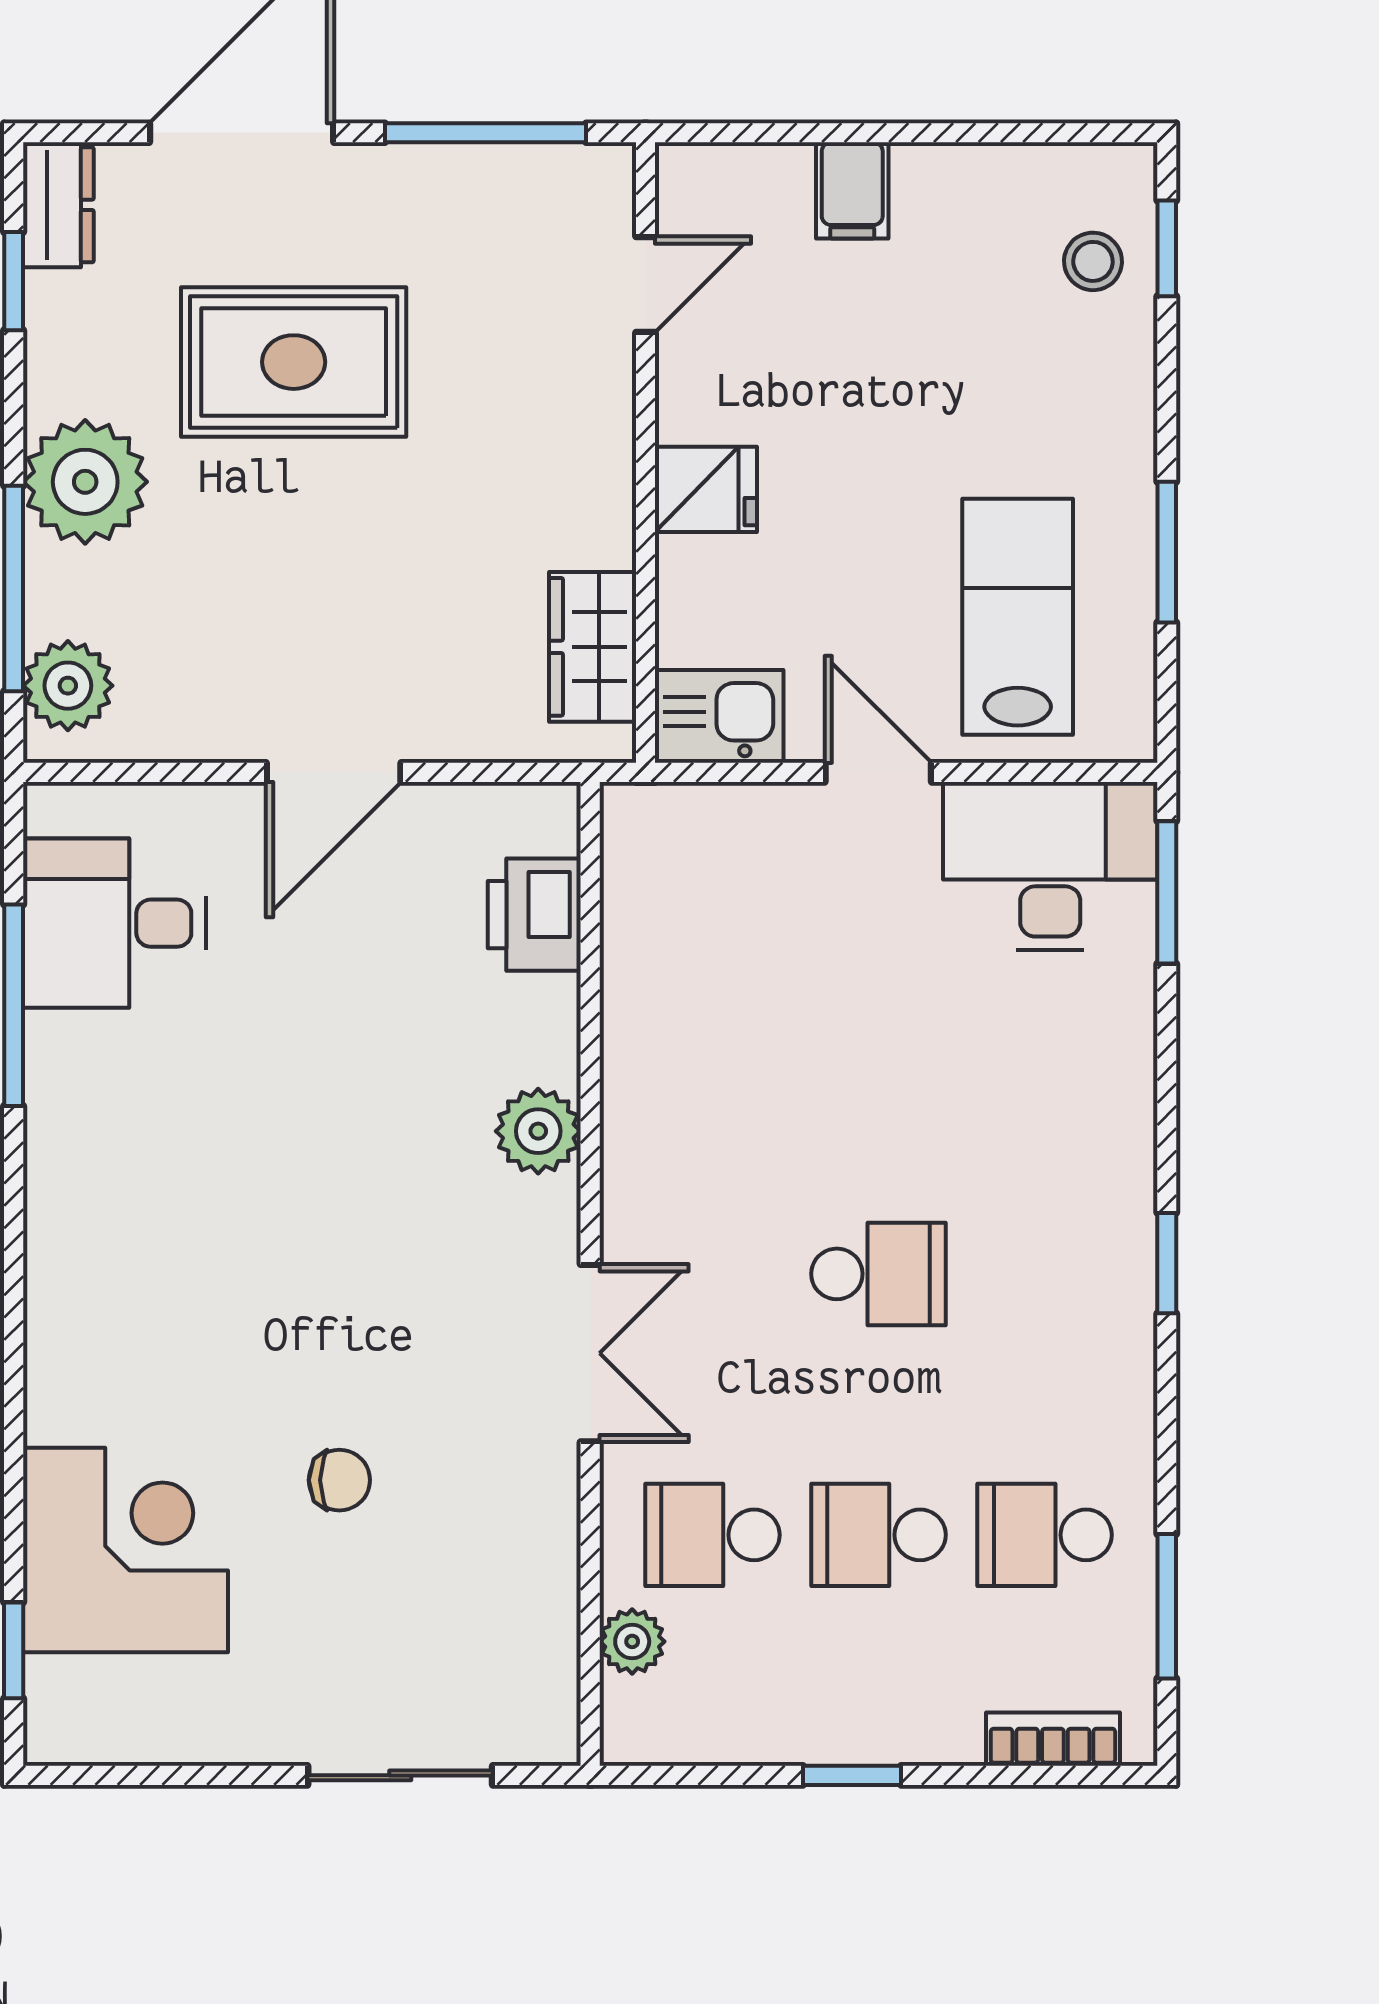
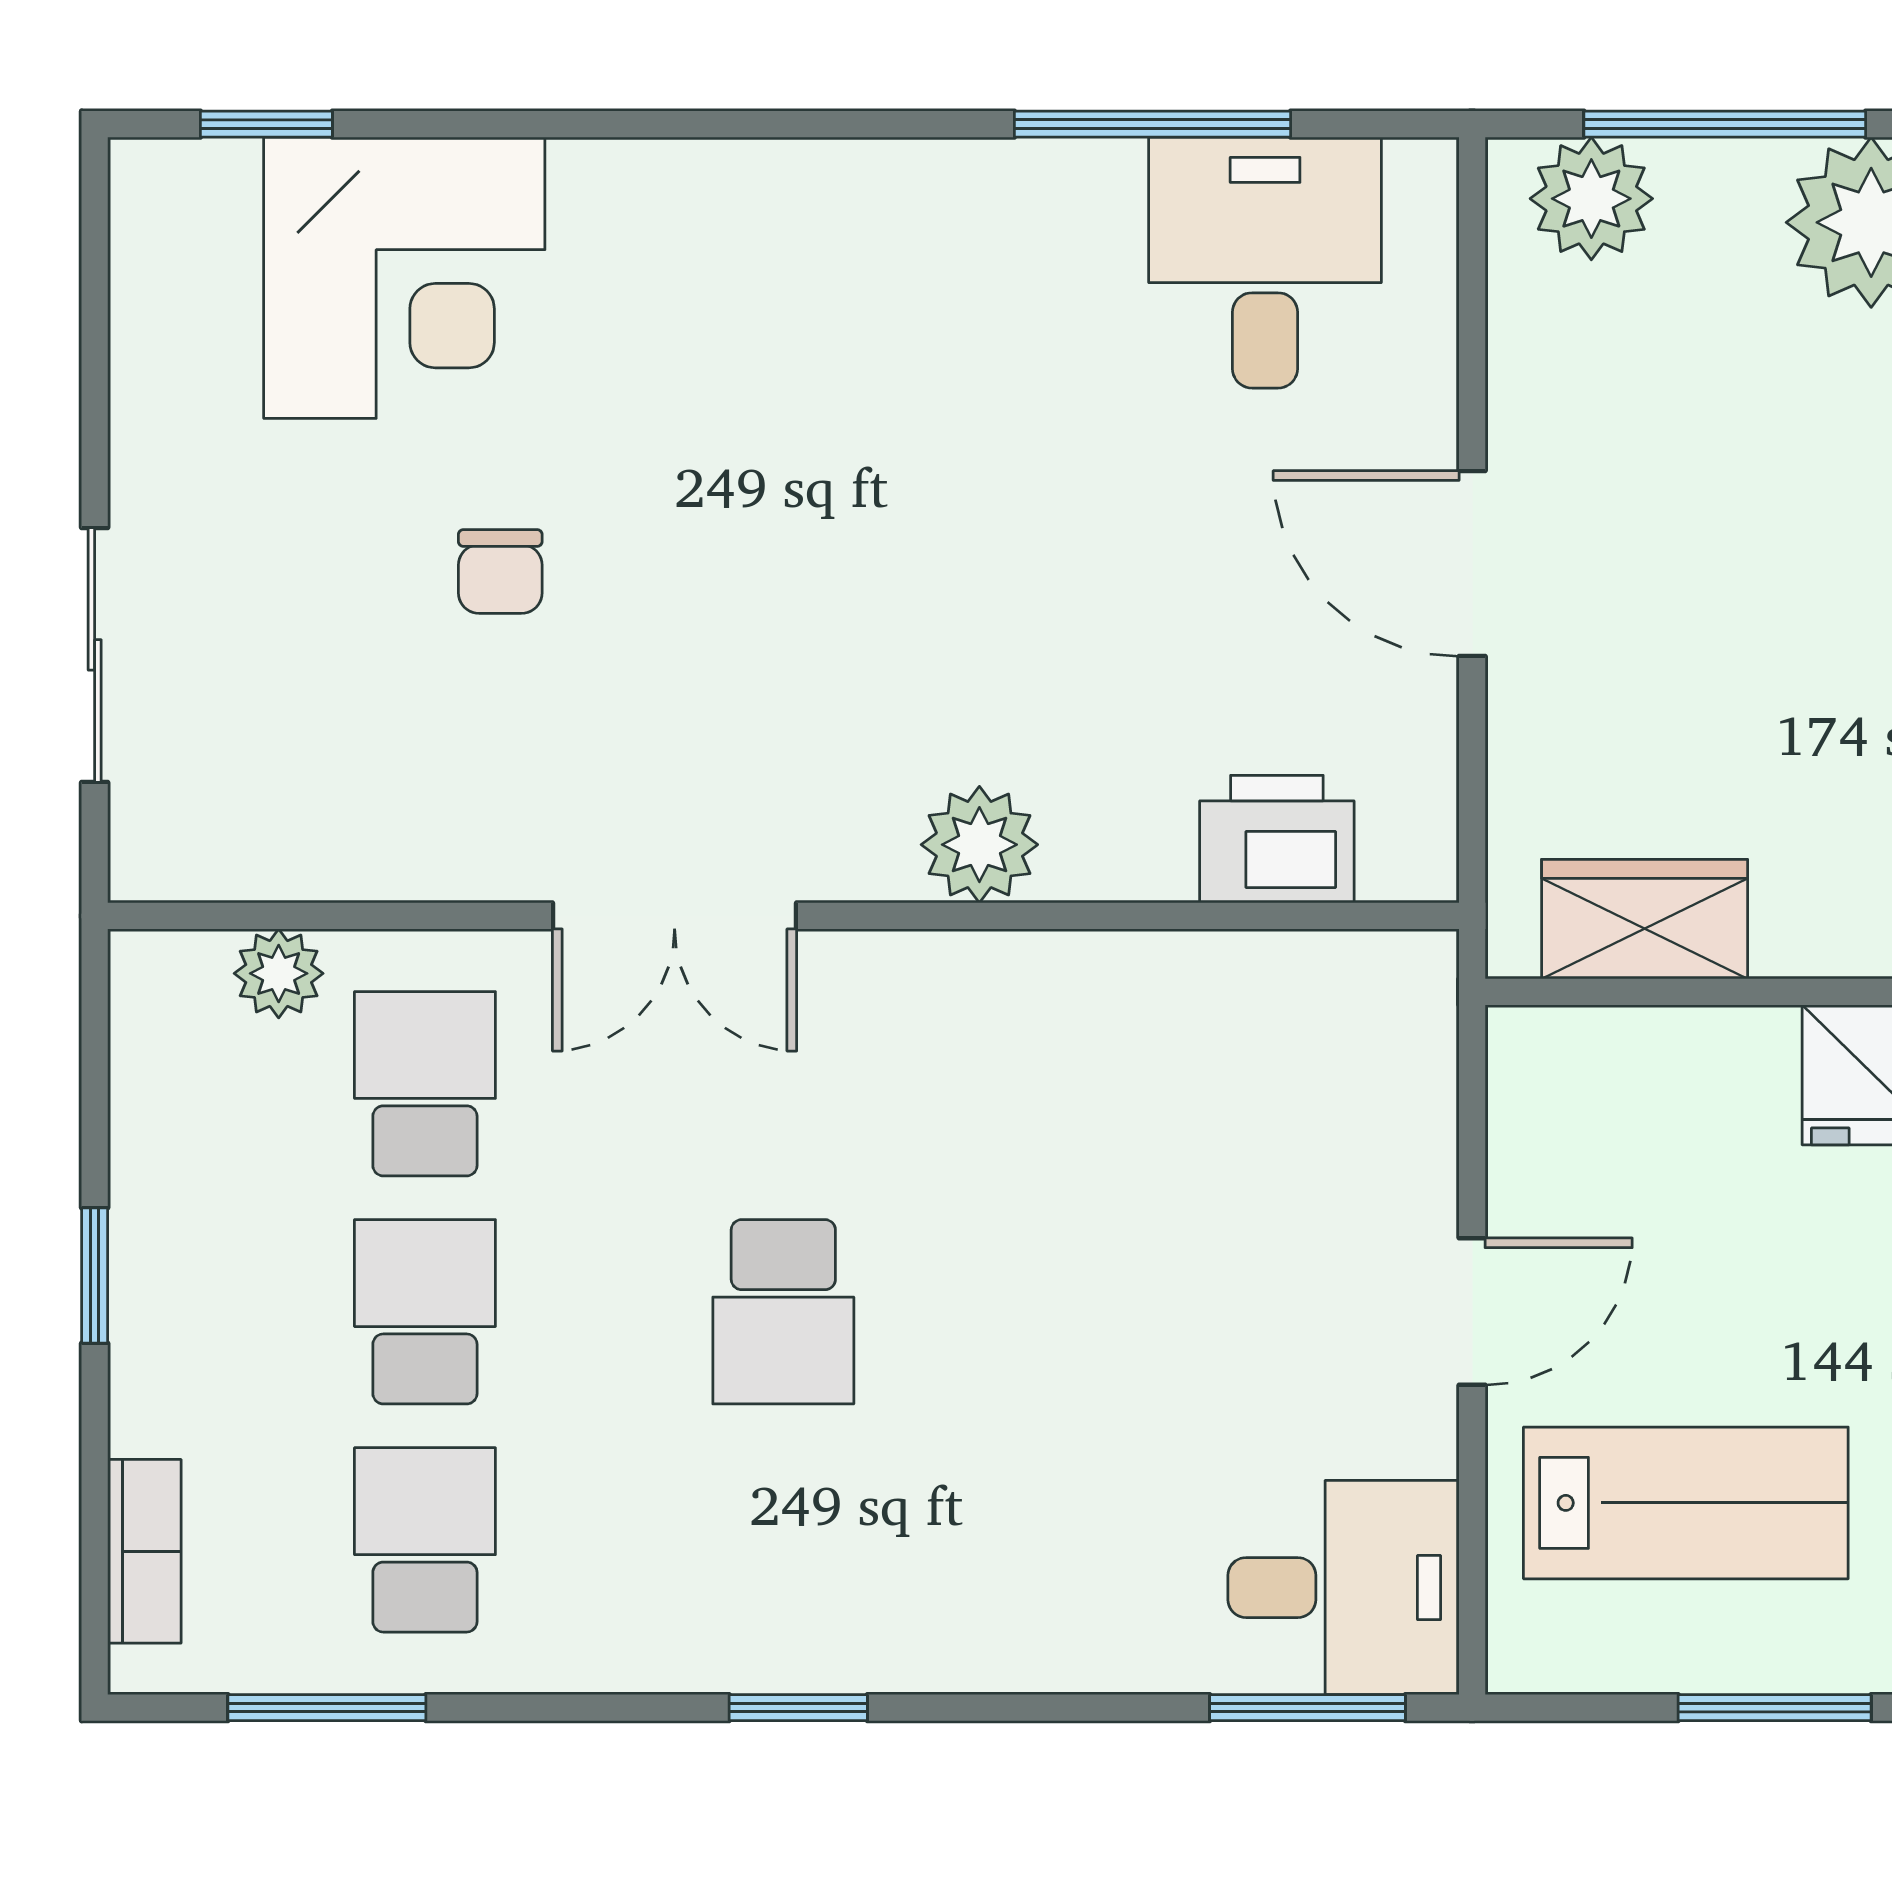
kitchen sink: (719, 716) -> (1549, 1093), removed
desk: (1050, 866) -> (1344, 1588), width x0.73

